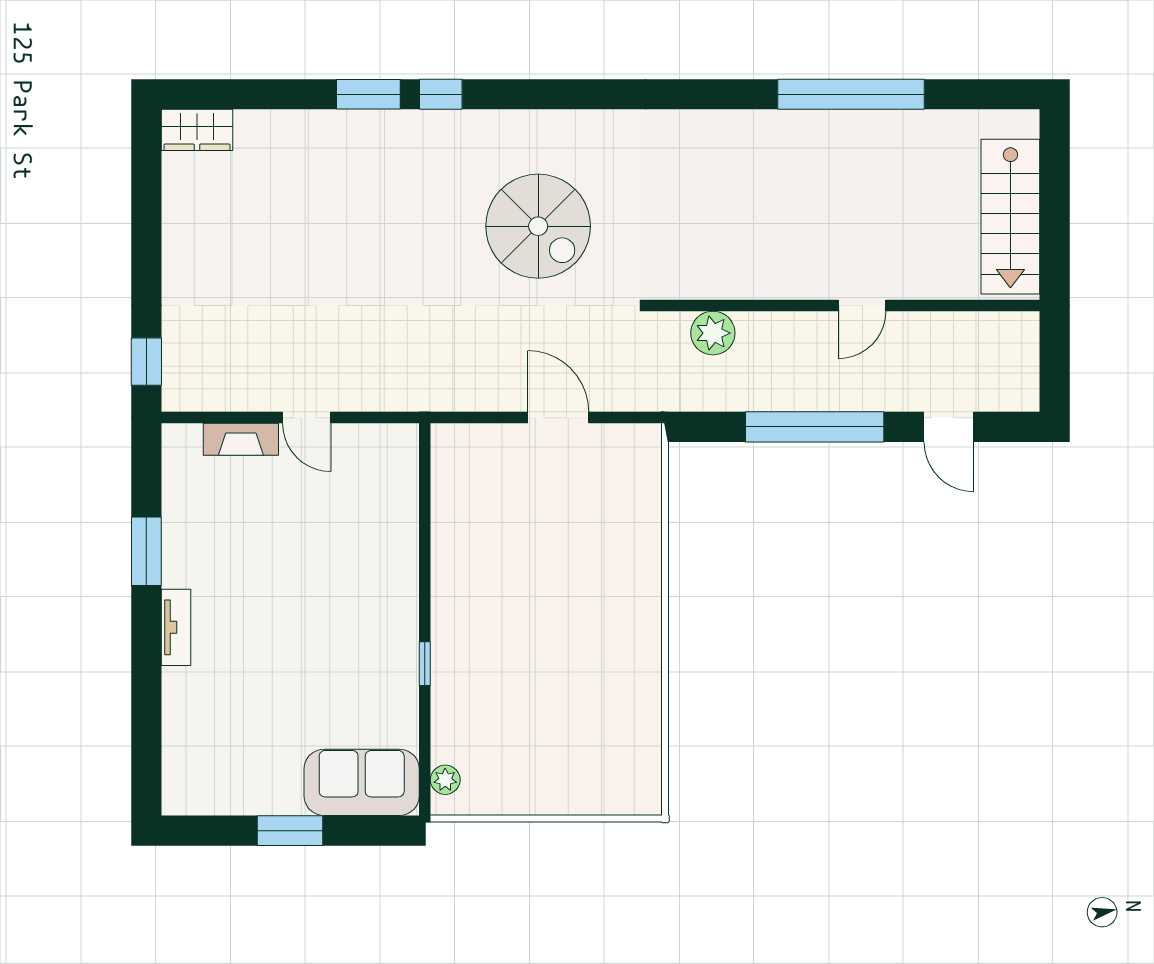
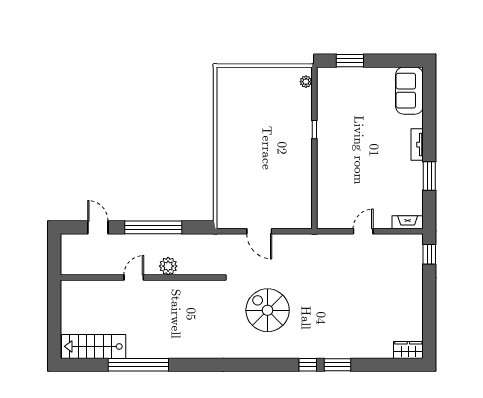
stairs: (1010, 217) -> (94, 346), moved, turned -90
plant: (713, 333) -> (168, 266), moved
door: (307, 418) -> (363, 231), hinge flipped
fireplace: (241, 439) -> (408, 222), moved
sofa: (362, 782) -> (409, 91), moved, turned 90
window: (290, 831) -> (350, 61), moved

